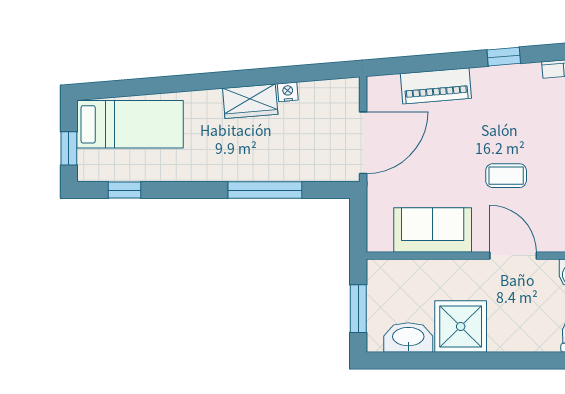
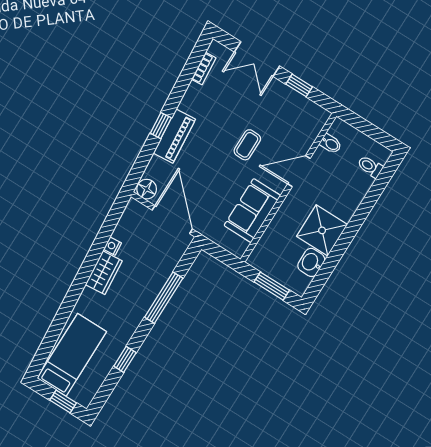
window: (504, 57) -> (161, 126), moved
piano: (436, 86) -> (174, 136), moved
floor lamp: (380, 90) -> (147, 189), added
window: (124, 190) -> (125, 359), moved
washbasin: (408, 337) -> (311, 262), width x0.72

